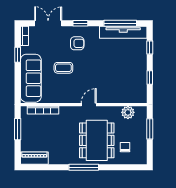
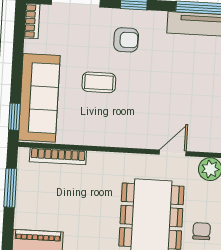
window: (18, 55) -> (14, 117), moved
door: (89, 105) -> (173, 153), moved

